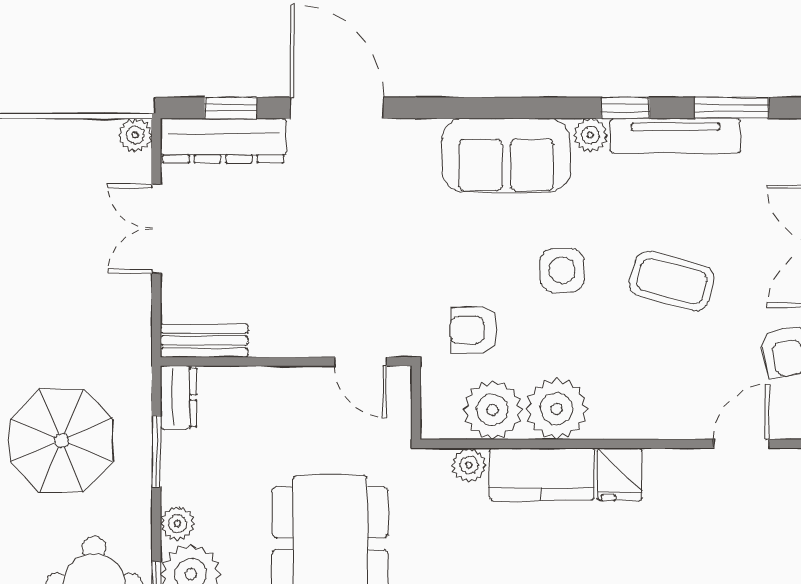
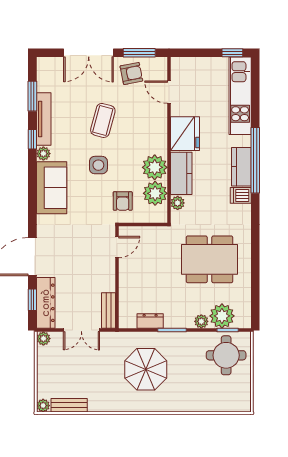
bench: (204, 341) -> (109, 311), moved
wall: (286, 361) -> (117, 277), moved
door: (361, 361) -> (117, 247), moved
parasol: (61, 441) -> (146, 369), moved
fridge: (620, 474) -> (185, 134), width x1.88, depth x1.34

